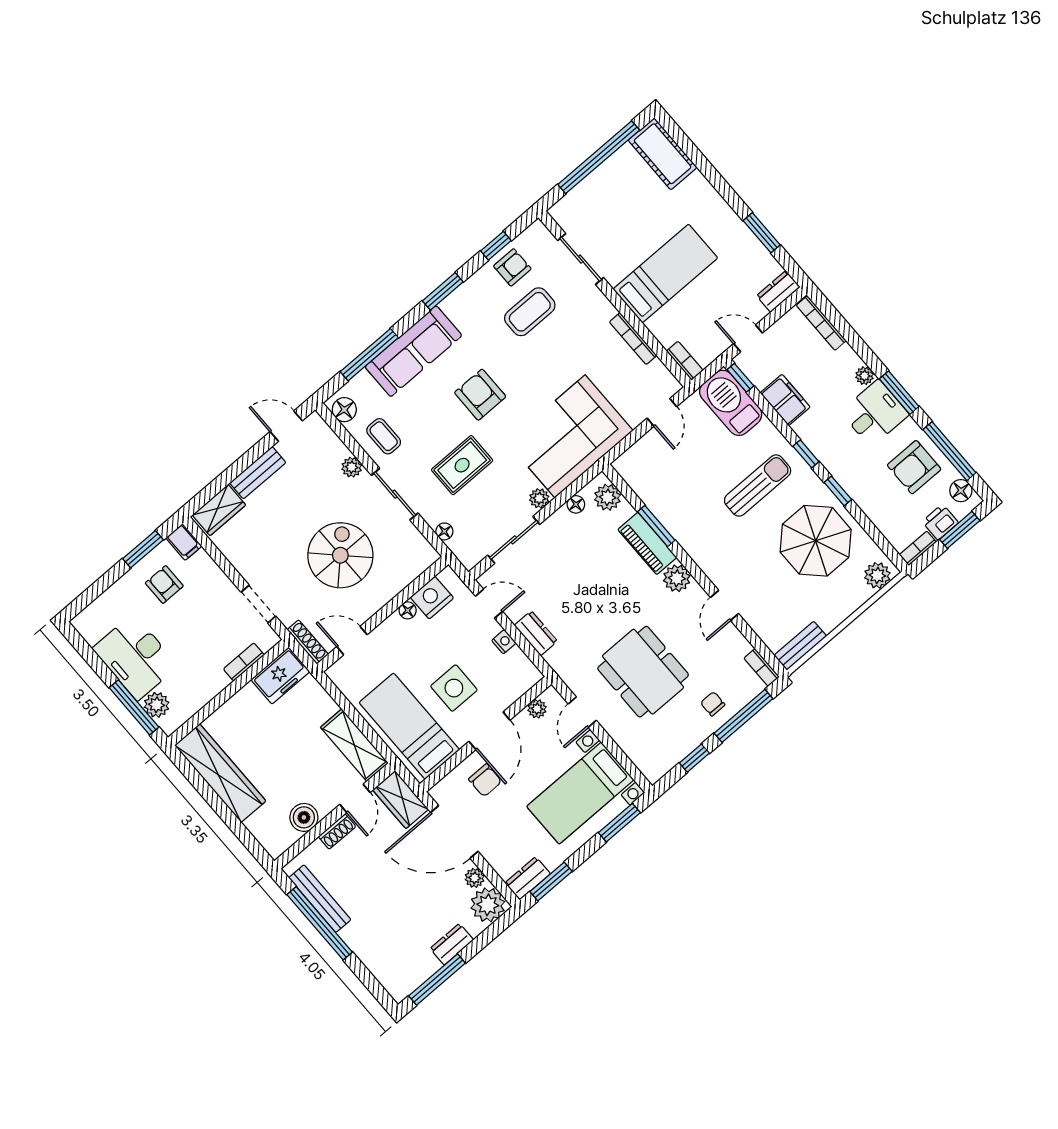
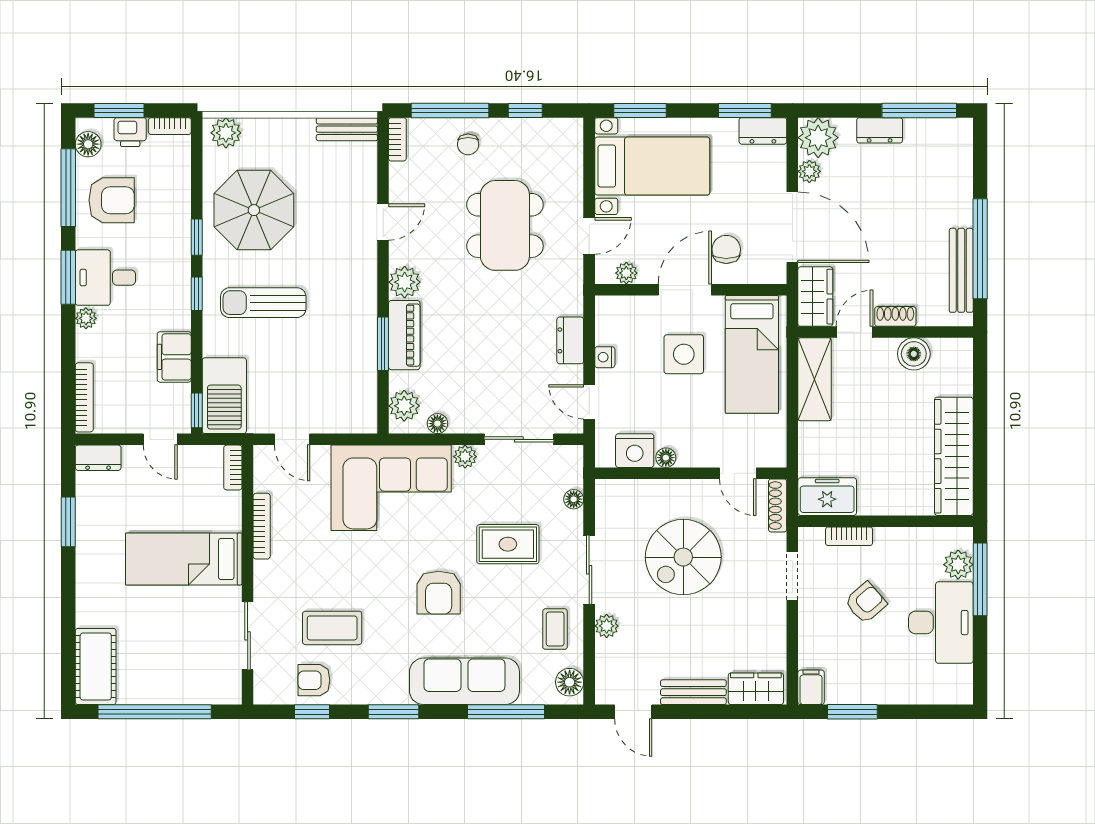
door: (662, 412) -> (292, 439), swing flipped
armchair: (164, 584) -> (866, 603), moved, turned -131

